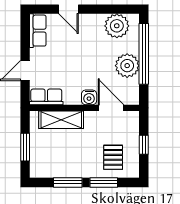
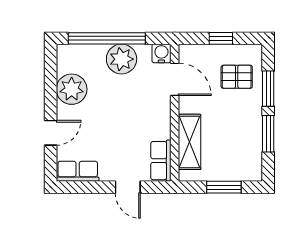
plant: (117, 26) -> (72, 89), moved
water cooler: (89, 97) -> (161, 53), moved, turned -90
door: (111, 108) -> (175, 79), swing flipped

